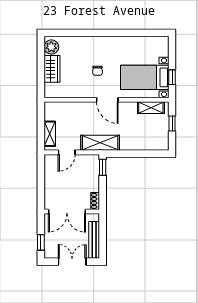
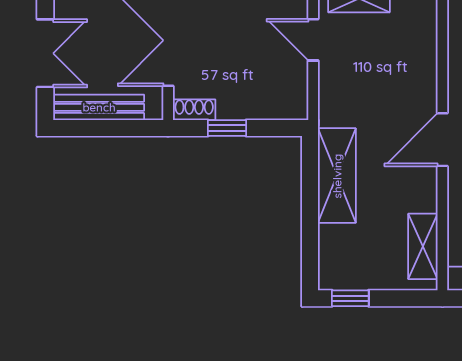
window: (172, 123) -> (350, 298), moved
shelving: (100, 143) -> (337, 176), moved
window: (103, 167) -> (227, 128), moved

